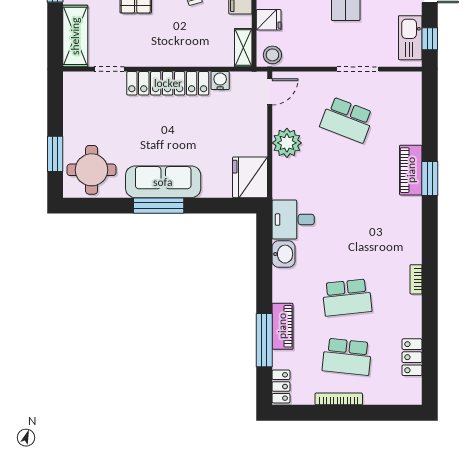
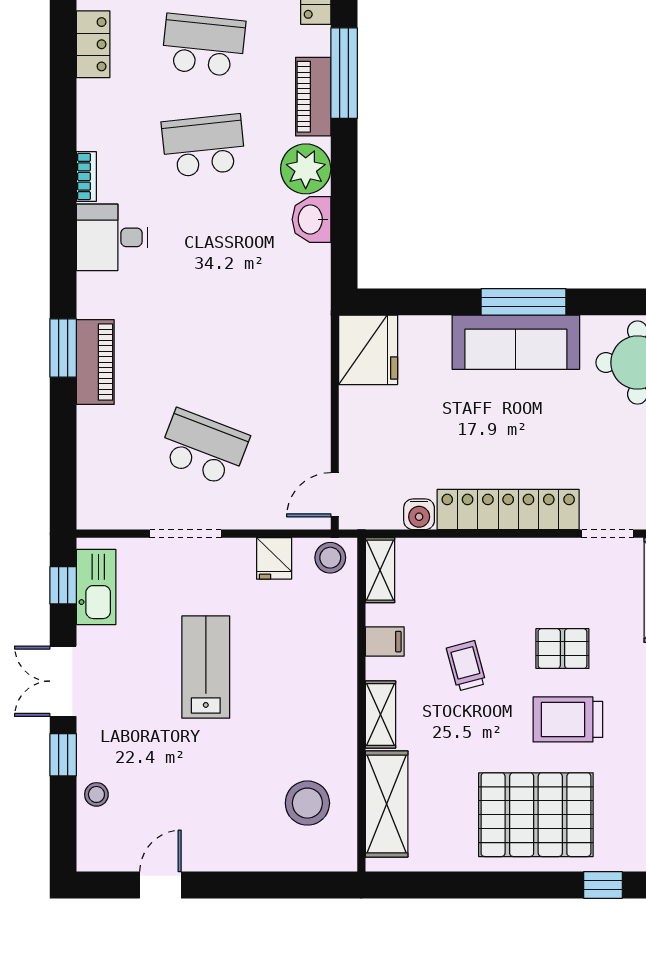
fridge: (269, 20) -> (274, 558), moved, turned -90
plant: (287, 143) -> (306, 169), moved
desk: (293, 220) -> (112, 237), moved, turned 180

